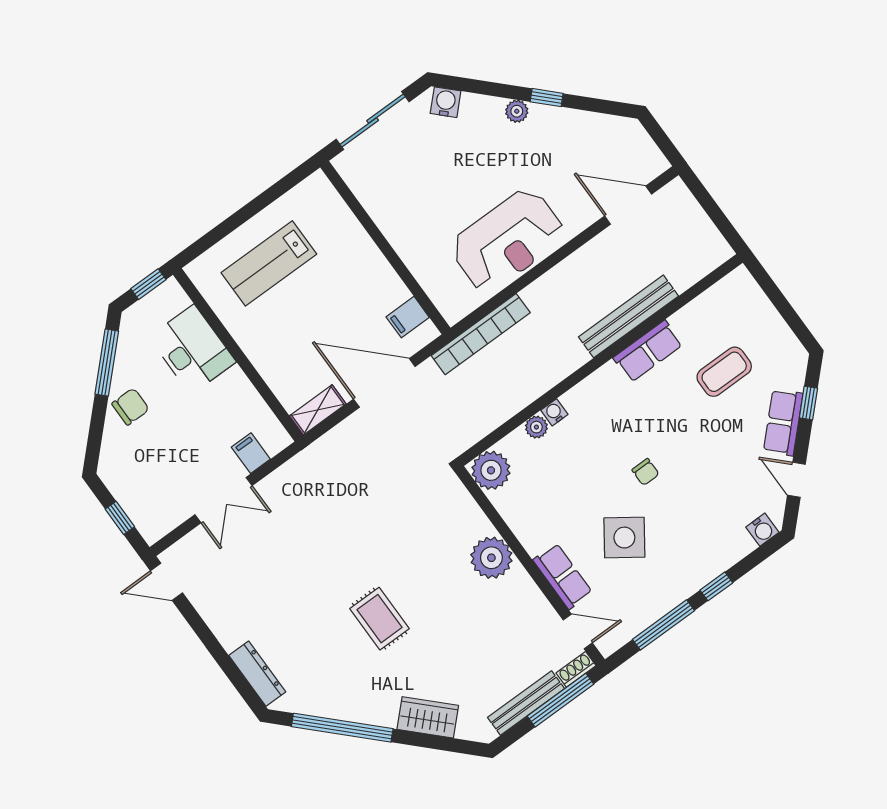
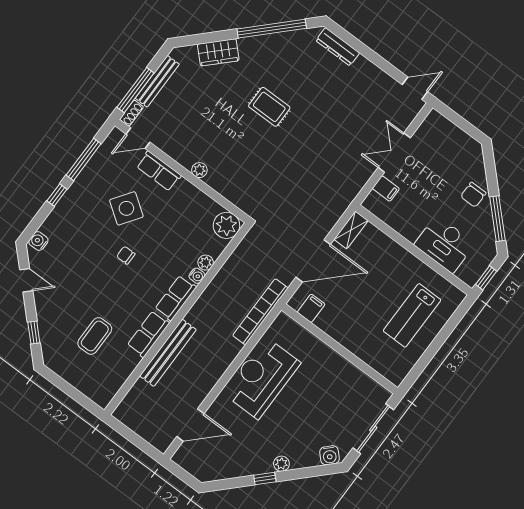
lab bench: (269, 263) -> (412, 315), turned 180
row of seats: (783, 422) -> (176, 298), moved, turned -135
window: (120, 518) -> (458, 120), removed
plant: (491, 558) -> (199, 170), width x0.53, depth x0.53

